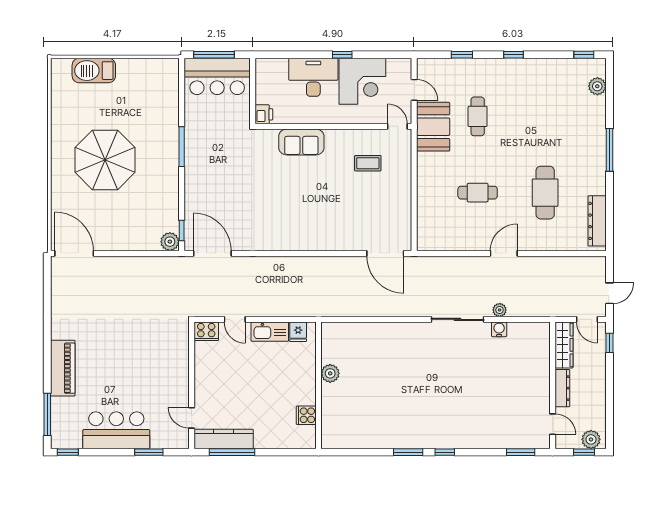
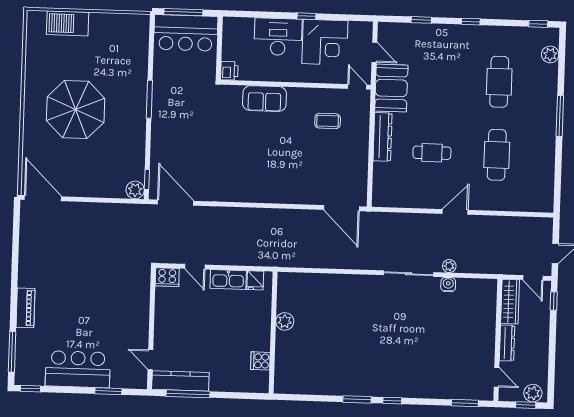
cafe table: (478, 116) -> (499, 82), moved, width x1.37, depth x1.35
dresser: (597, 221) -> (383, 137), moved, turned 180
piano: (63, 368) -> (25, 308), width x0.73, depth x0.75

